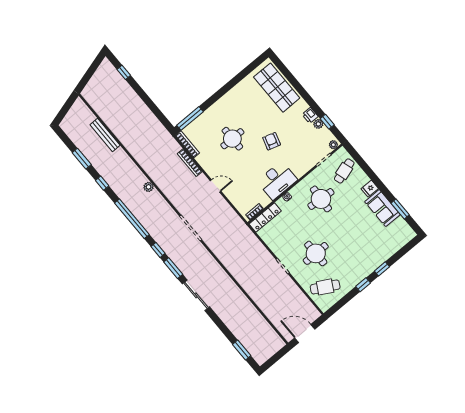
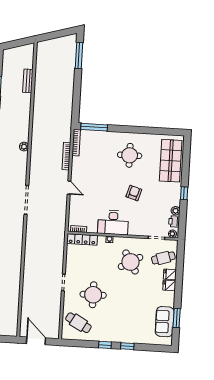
window: (124, 72) -> (79, 55), width x2.17
printer: (310, 115) -> (174, 221), moved
window: (327, 122) -> (184, 193), moved
bench: (105, 135) -> (28, 81), width x0.73
round table: (232, 139) -> (130, 155), moved
fridge: (362, 179) -> (170, 274), added
round table: (321, 199) -> (131, 262), turned -34
sofa: (382, 208) -> (165, 322), moved

